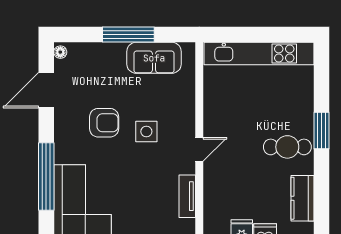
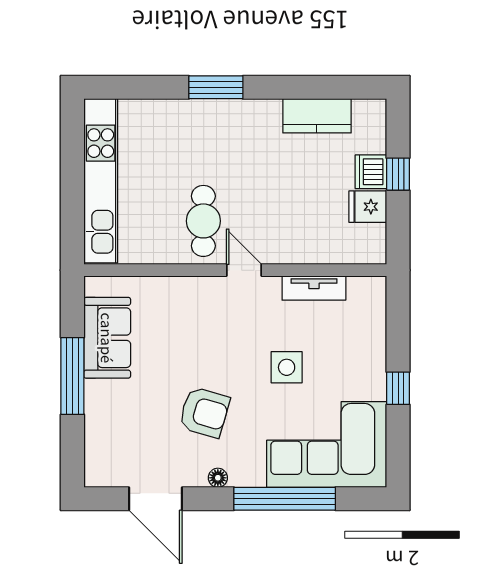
floor lamp: (60, 52) -> (218, 478), moved
armchair: (104, 123) -> (204, 412), turned 106
side table: (146, 132) -> (287, 367), moved
cafe table: (287, 147) -> (203, 221), moved

